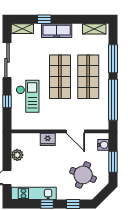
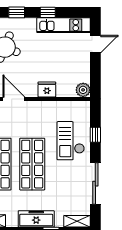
plant: (17, 155) -> (83, 90), moved

